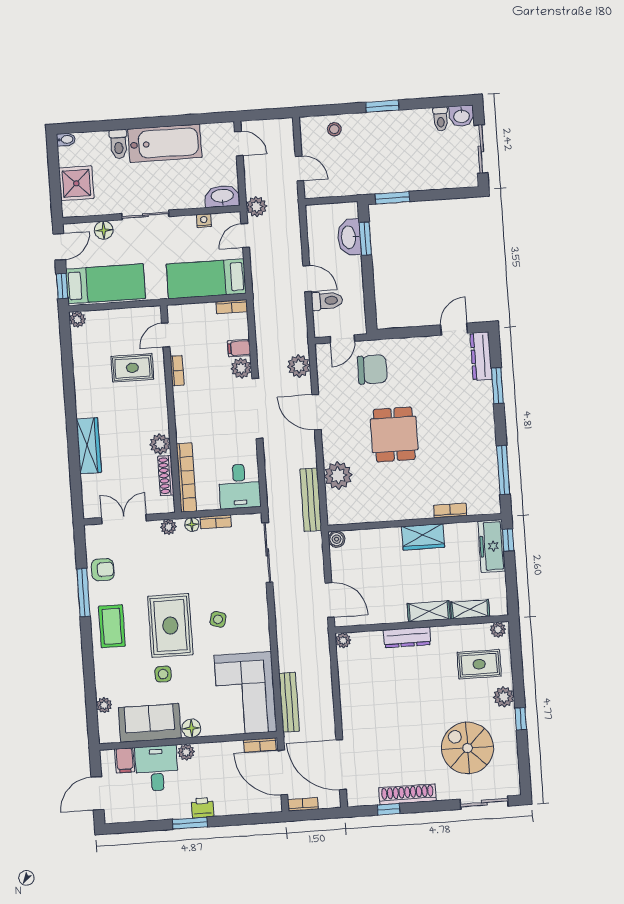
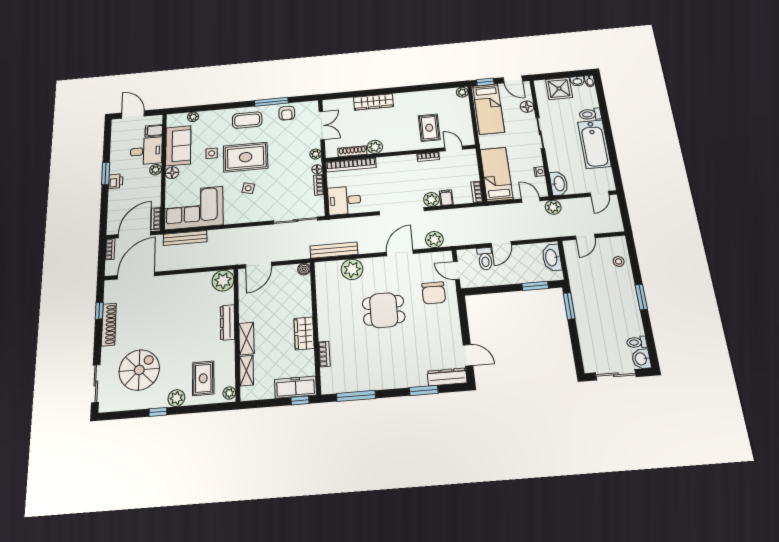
washbasin: (65, 157) -> (577, 81), added
washbasin: (349, 237) -> (552, 258), moved, turned -90
plant: (343, 640) -> (223, 281), width x1.87, depth x1.87

